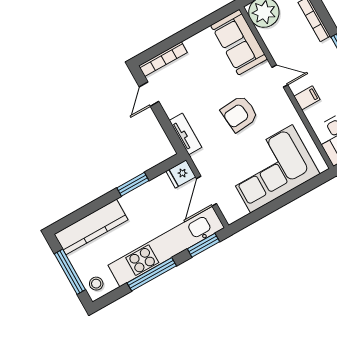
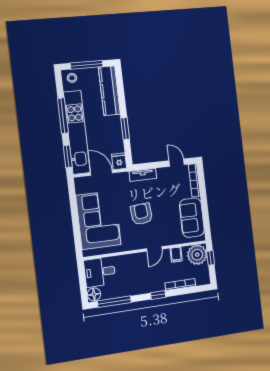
sofa: (239, 42) -> (192, 218), moved, turned -90
filing cabinet: (307, 98) -> (176, 255), moved

